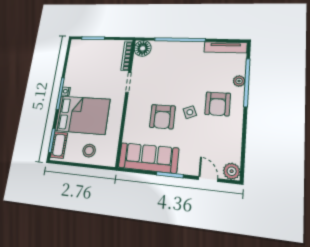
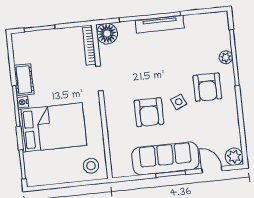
tv unit: (225, 47) -> (160, 24), moved
cot: (59, 145) -> (24, 80), moved
stool: (89, 151) -> (91, 166), moved
sofa: (148, 158) -> (165, 159), moved

